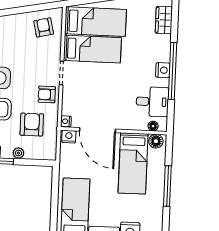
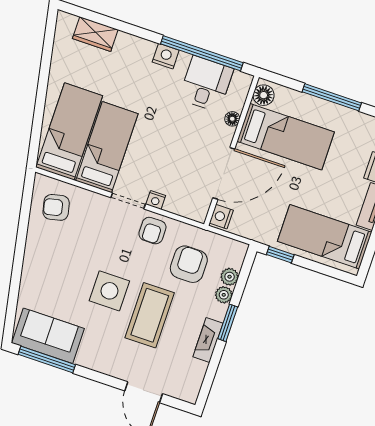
window: (172, 71) -> (202, 53), moved
nightstand: (66, 121) -> (156, 200), moved
armchair: (32, 124) -> (189, 264), turned 90
floor lamp: (153, 126) -> (232, 119), moved
plant: (31, 153) -> (230, 277), added
window: (55, 182) -> (280, 255), added

